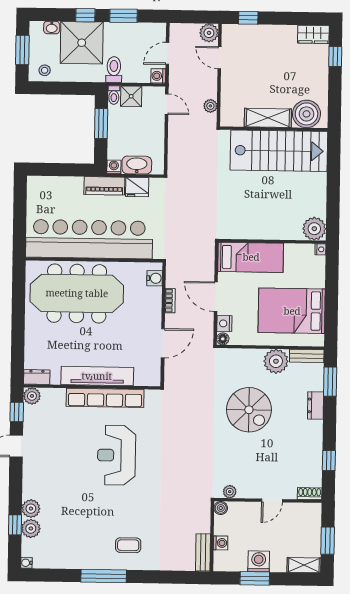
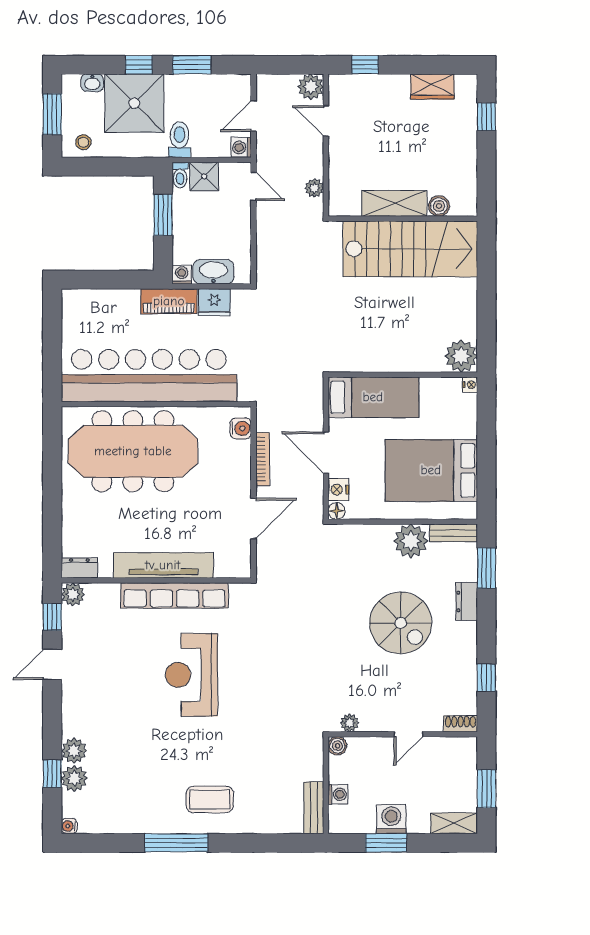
wardrobe: (313, 34) -> (432, 86), moved
boiler: (307, 114) -> (439, 206), width x0.54, depth x0.54
bookcase: (170, 301) -> (263, 459), width x1.56
spiral stairs: (249, 410) -> (401, 623), moved
coffee table: (128, 545) -> (210, 799), width x1.36, depth x1.30

